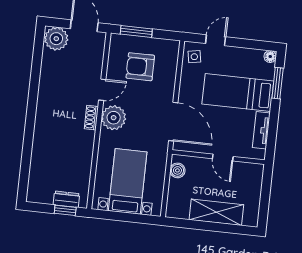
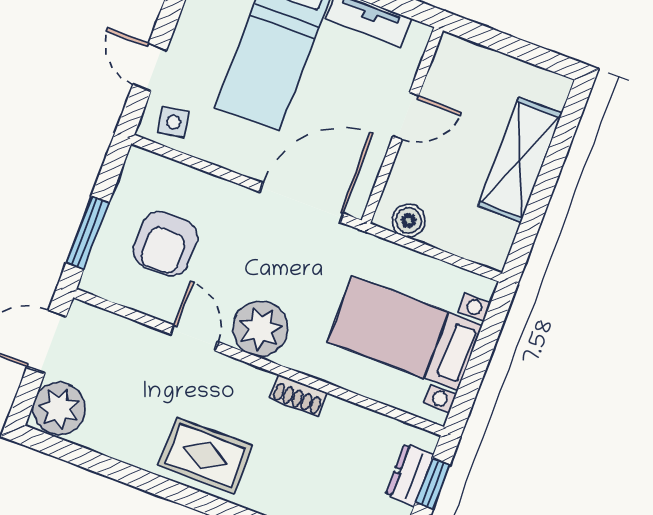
rug: (52, 108) -> (205, 456), added
shoe rack: (91, 118) -> (298, 395), moved

